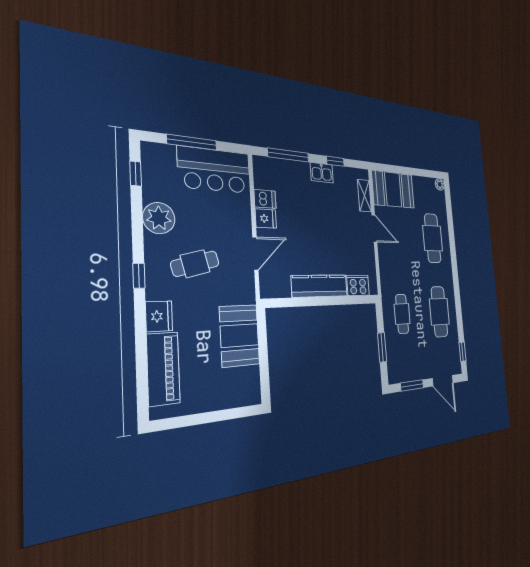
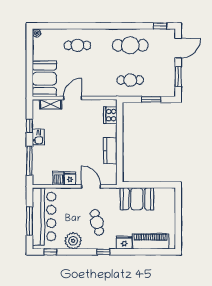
bar counter: (215, 170) -> (44, 216), width x1.36
cafe table: (433, 238) -> (77, 45), width x0.73, depth x0.74
kitchen counter: (320, 286) -> (110, 151), width x0.67

